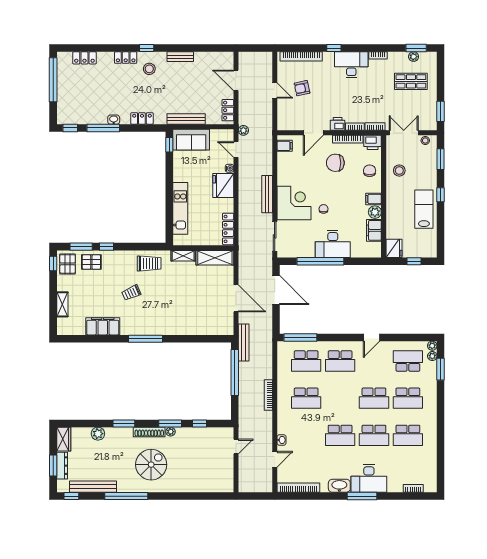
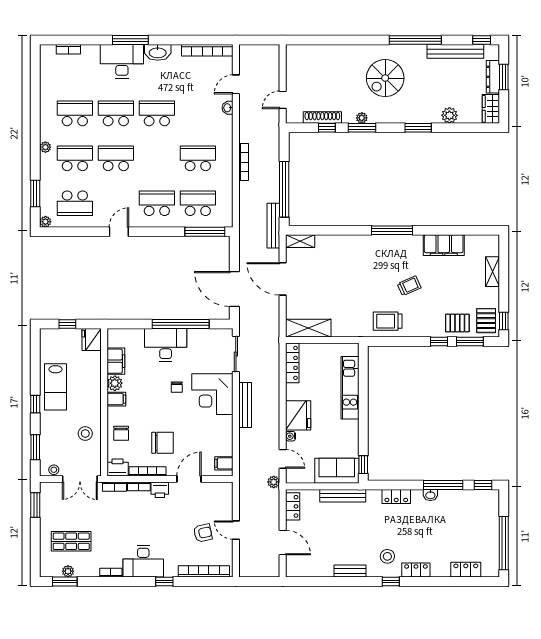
shelving: (183, 256) -> (300, 241), moved
plant: (432, 356) -> (45, 147), moved
shoe rack: (149, 432) -> (322, 118), moved

